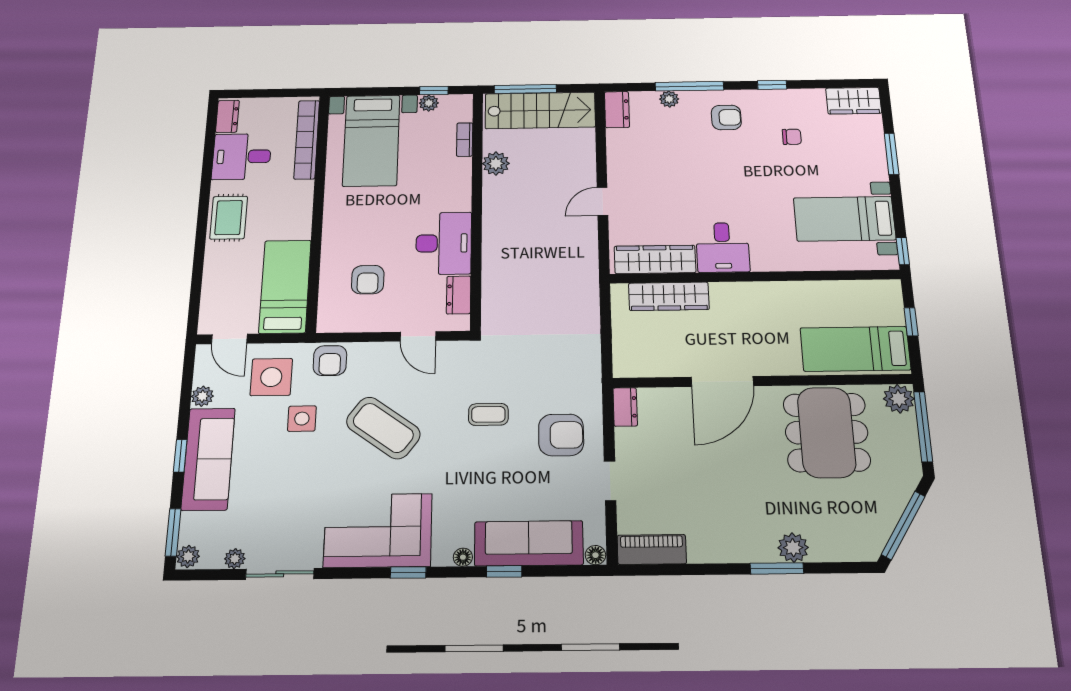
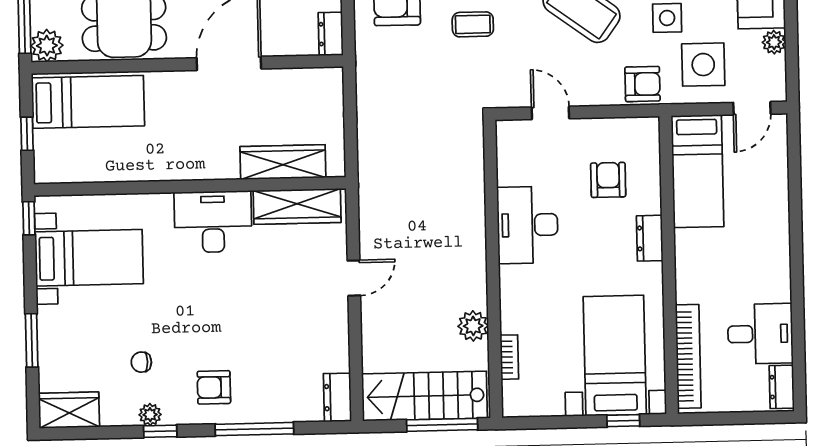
window: (434, 90) -> (623, 421), moved
plant: (669, 99) -> (150, 415), moved
plant: (429, 103) -> (552, 405), removed
rug: (229, 218) -> (767, 256), removed
desk: (723, 247) -> (213, 222), width x1.37
dresser: (459, 295) -> (650, 238), moved, turned 180
door: (229, 339) -> (752, 108), swing flipped
armchair: (330, 361) -> (642, 84), turned 90

